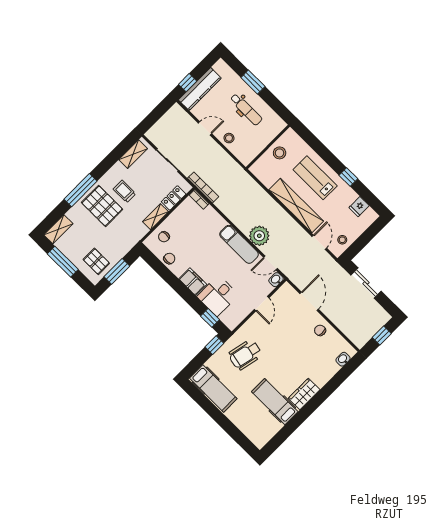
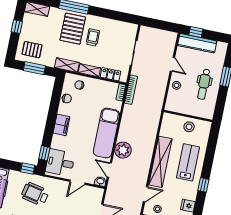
shelving: (133, 154) -> (67, 65), moved
exam couch: (239, 244) -> (106, 133), width x1.36, depth x1.45
pallet: (96, 261) -> (32, 50), turned 90
window: (63, 262) -> (17, 27), width x0.46
desk: (218, 296) -> (60, 163), moved

